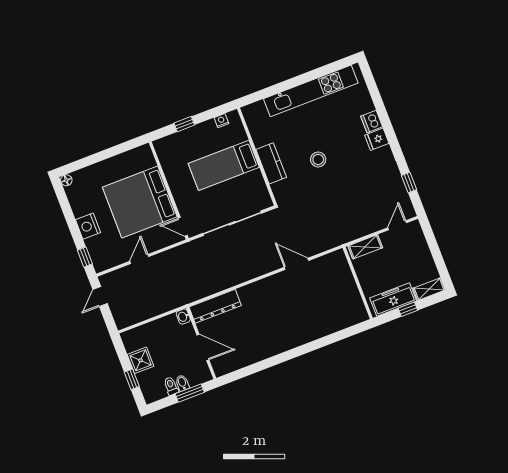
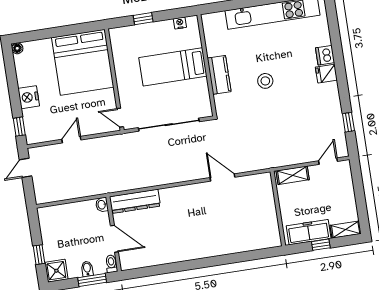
bed: (140, 202) -> (83, 62), moved, turned -90
shower: (141, 360) -> (56, 271), moved
toilet: (171, 386) -> (111, 264), moved

